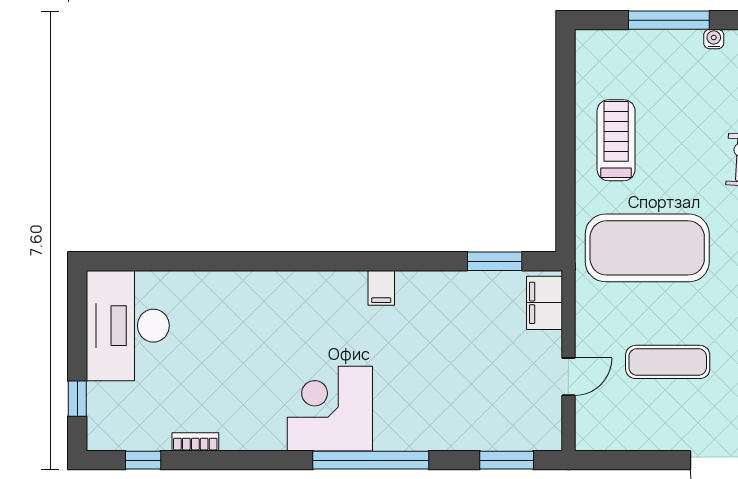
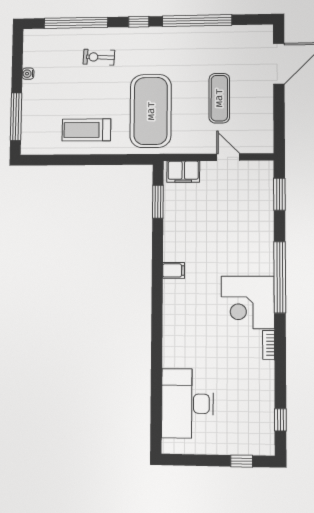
window: (669, 20) -> (16, 117), moved
desk: (128, 326) -> (187, 404), moved, turned 90
bookcase: (195, 442) -> (269, 345), moved

